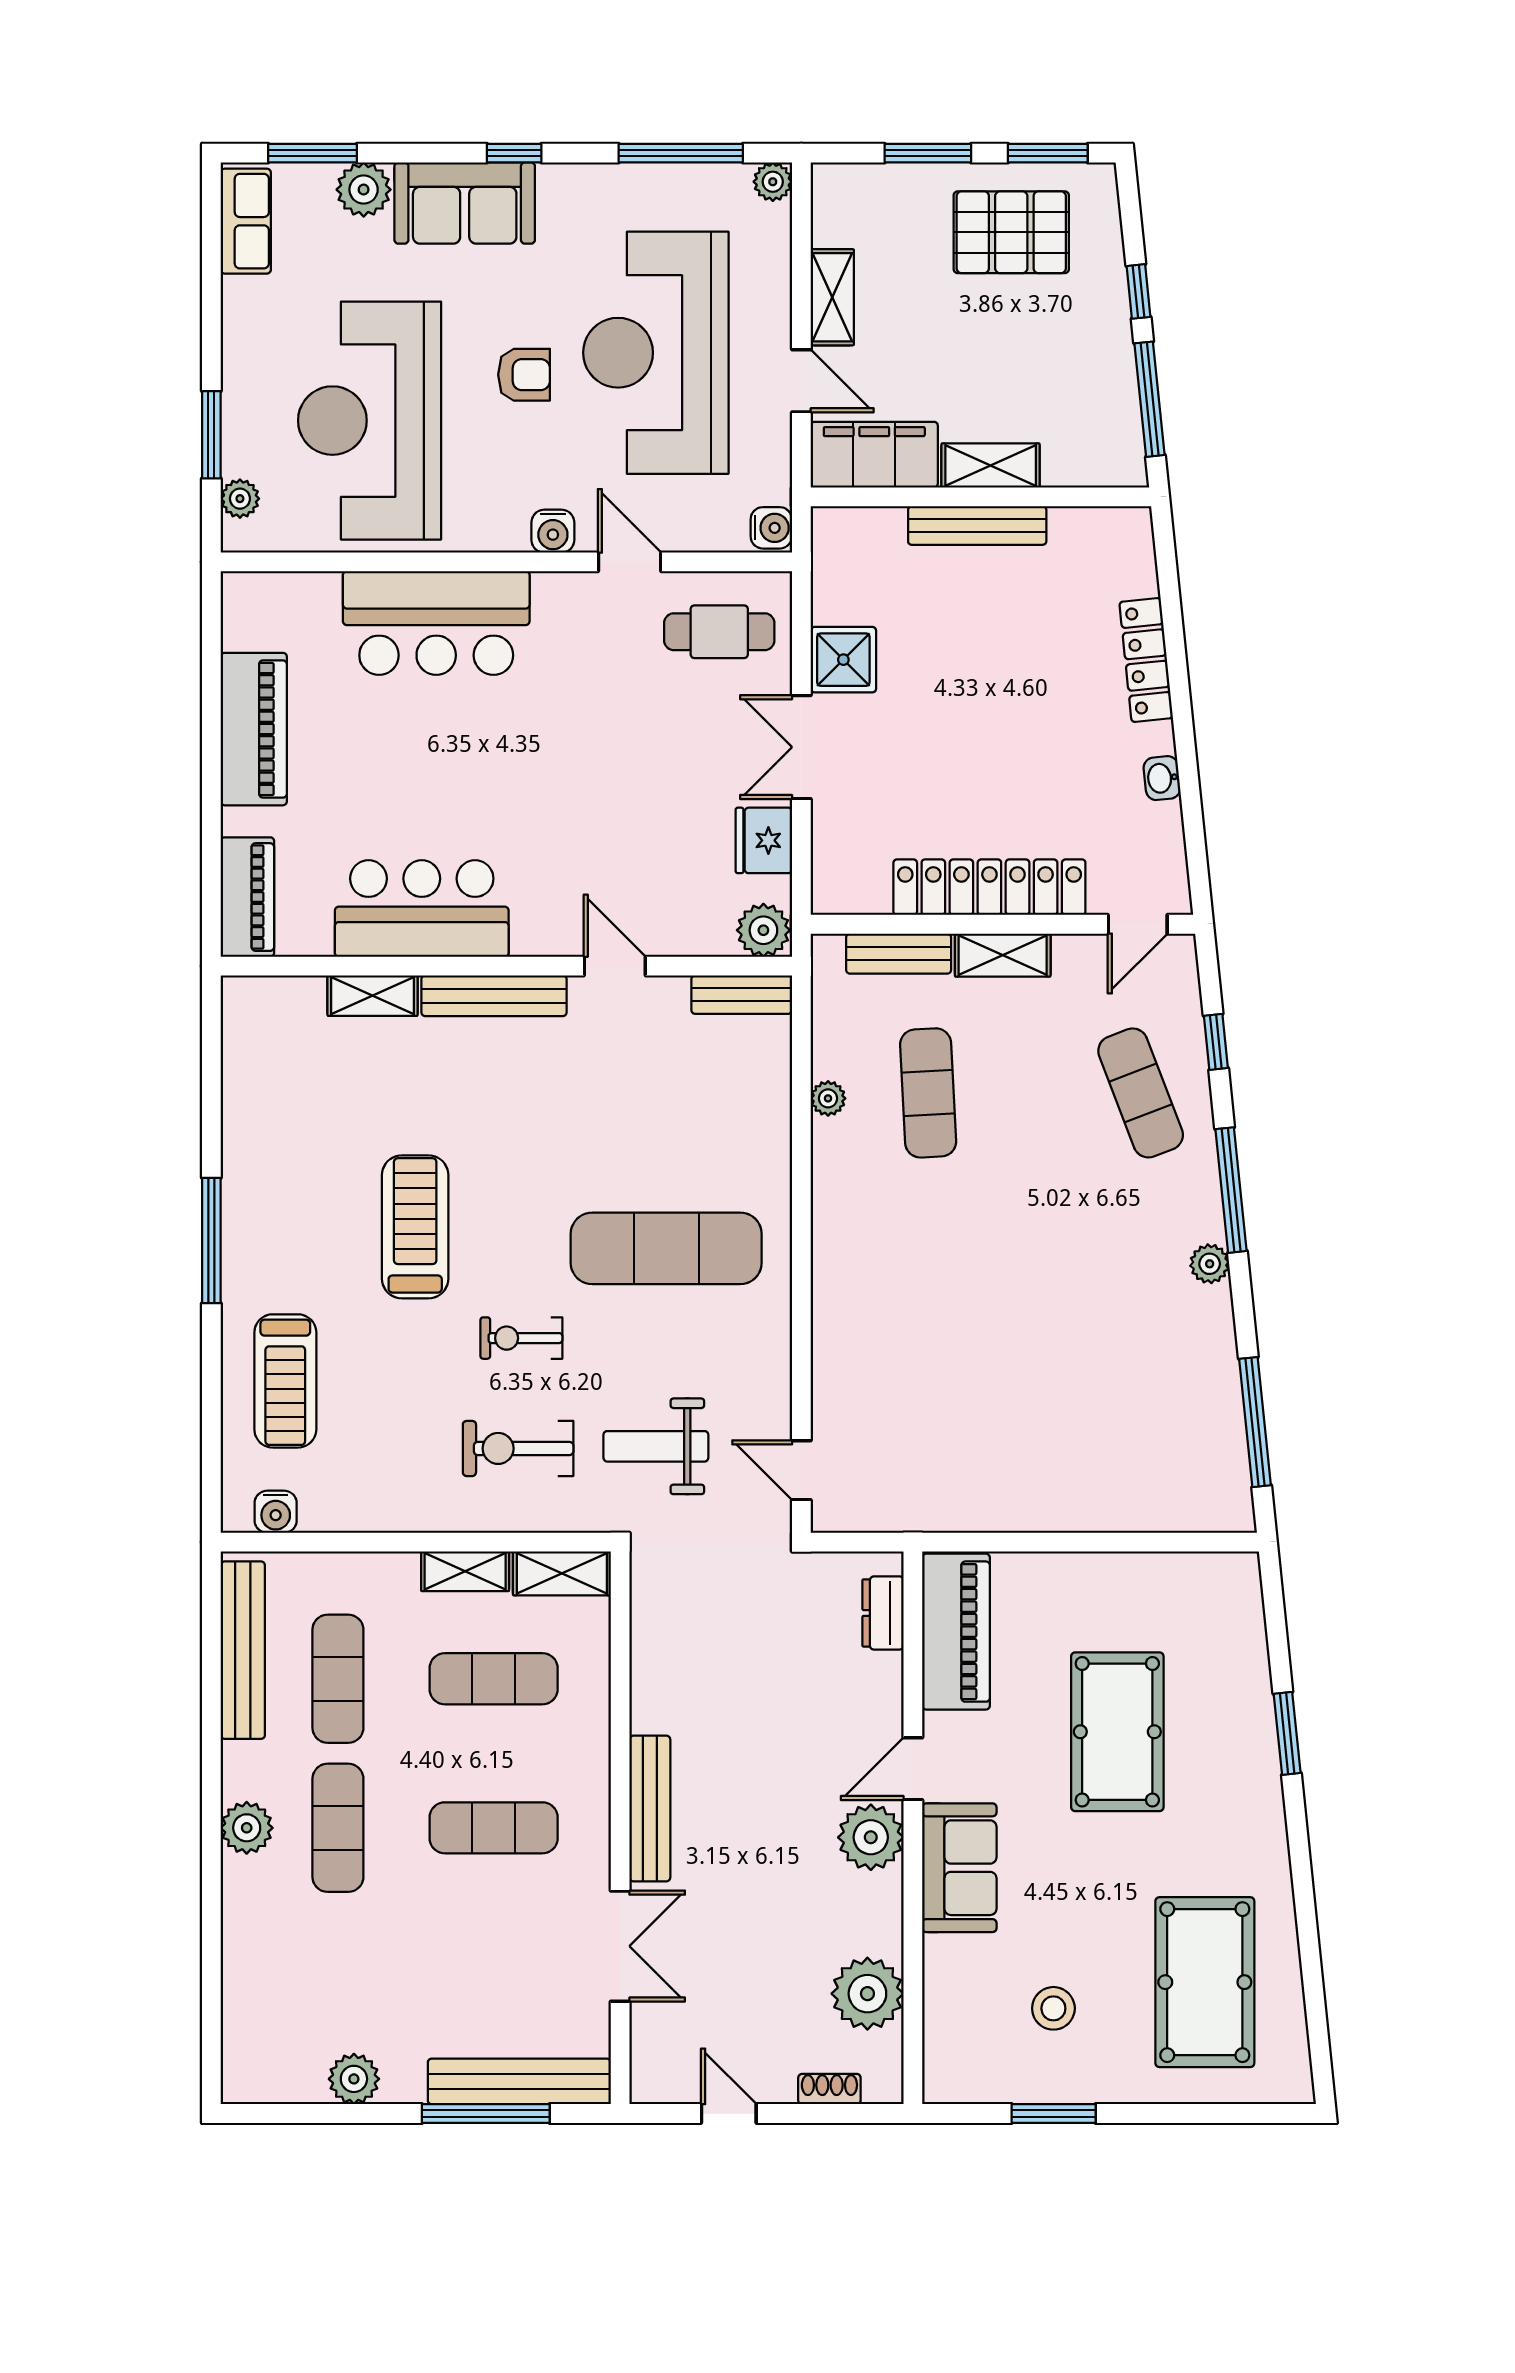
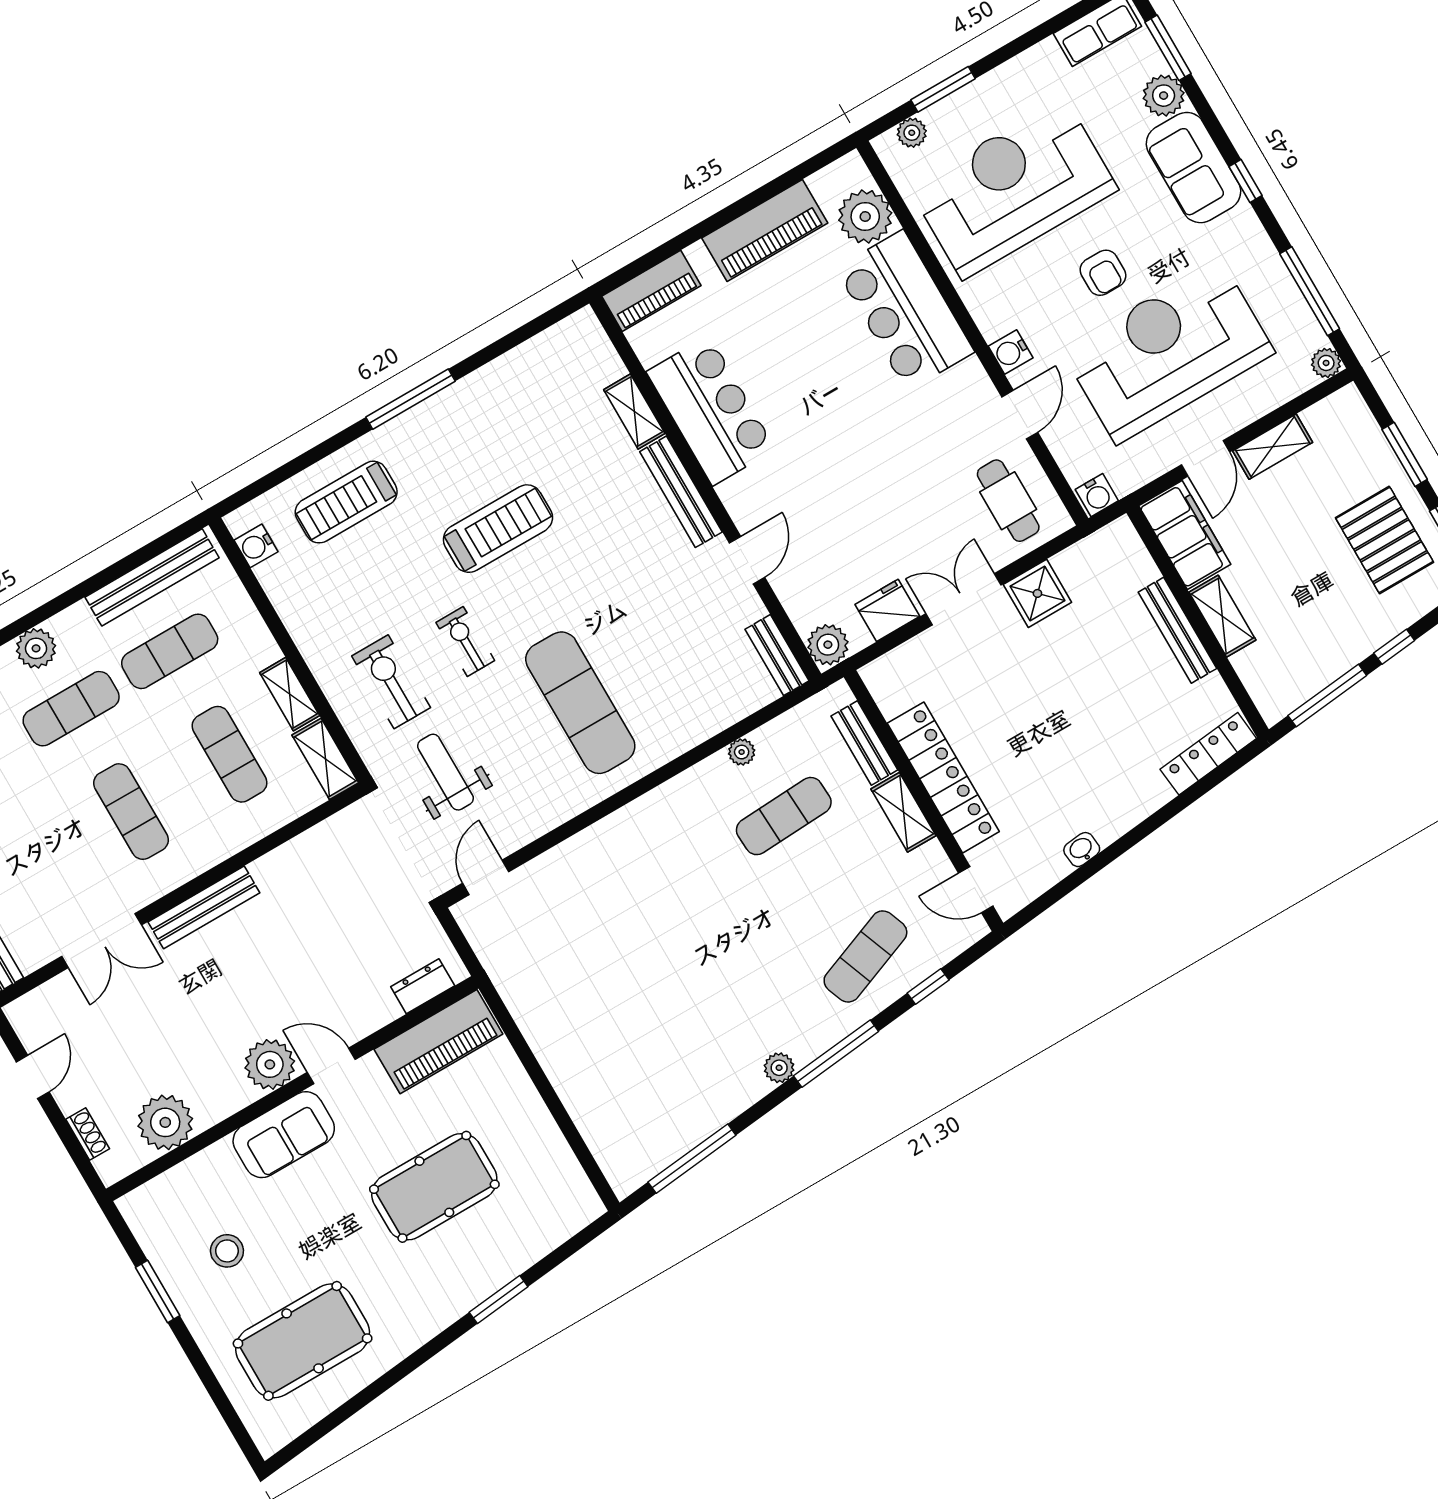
plant: (304, 606) -> (865, 217), added
locker: (1146, 660) -> (1208, 754), moved

